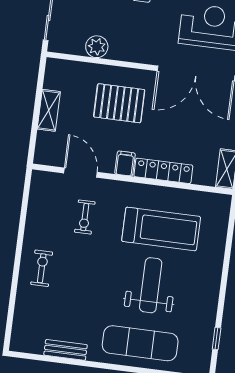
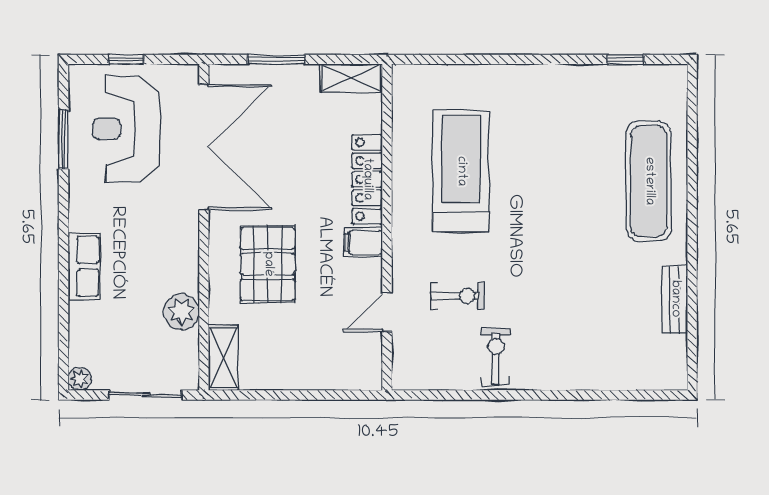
shelving: (49, 110) -> (223, 358), moved, turned 90
door: (80, 173) -> (387, 312), width x0.73
exercise bike: (42, 268) -> (496, 357), moved, turned 90
weight bench: (151, 285) -> (553, 176), removed

